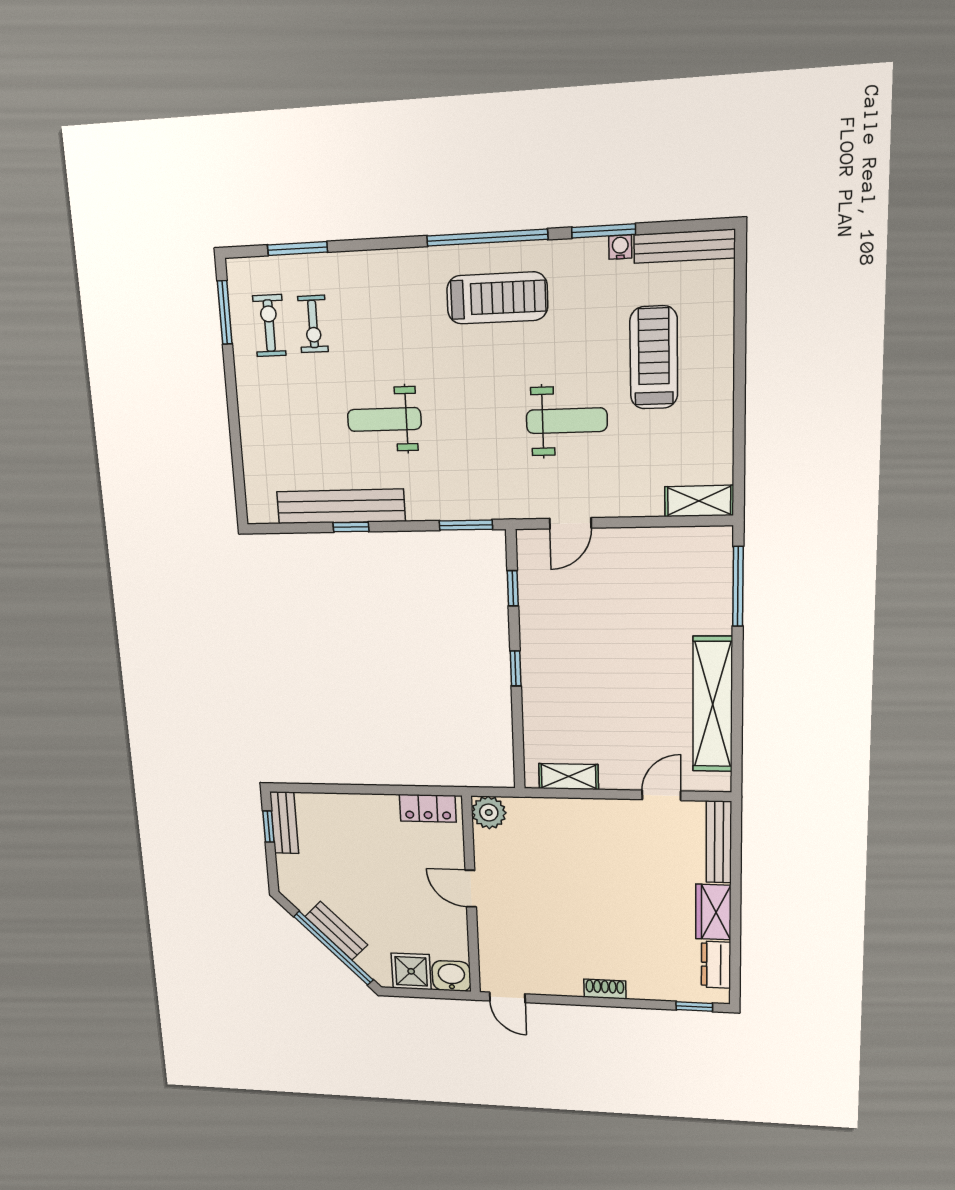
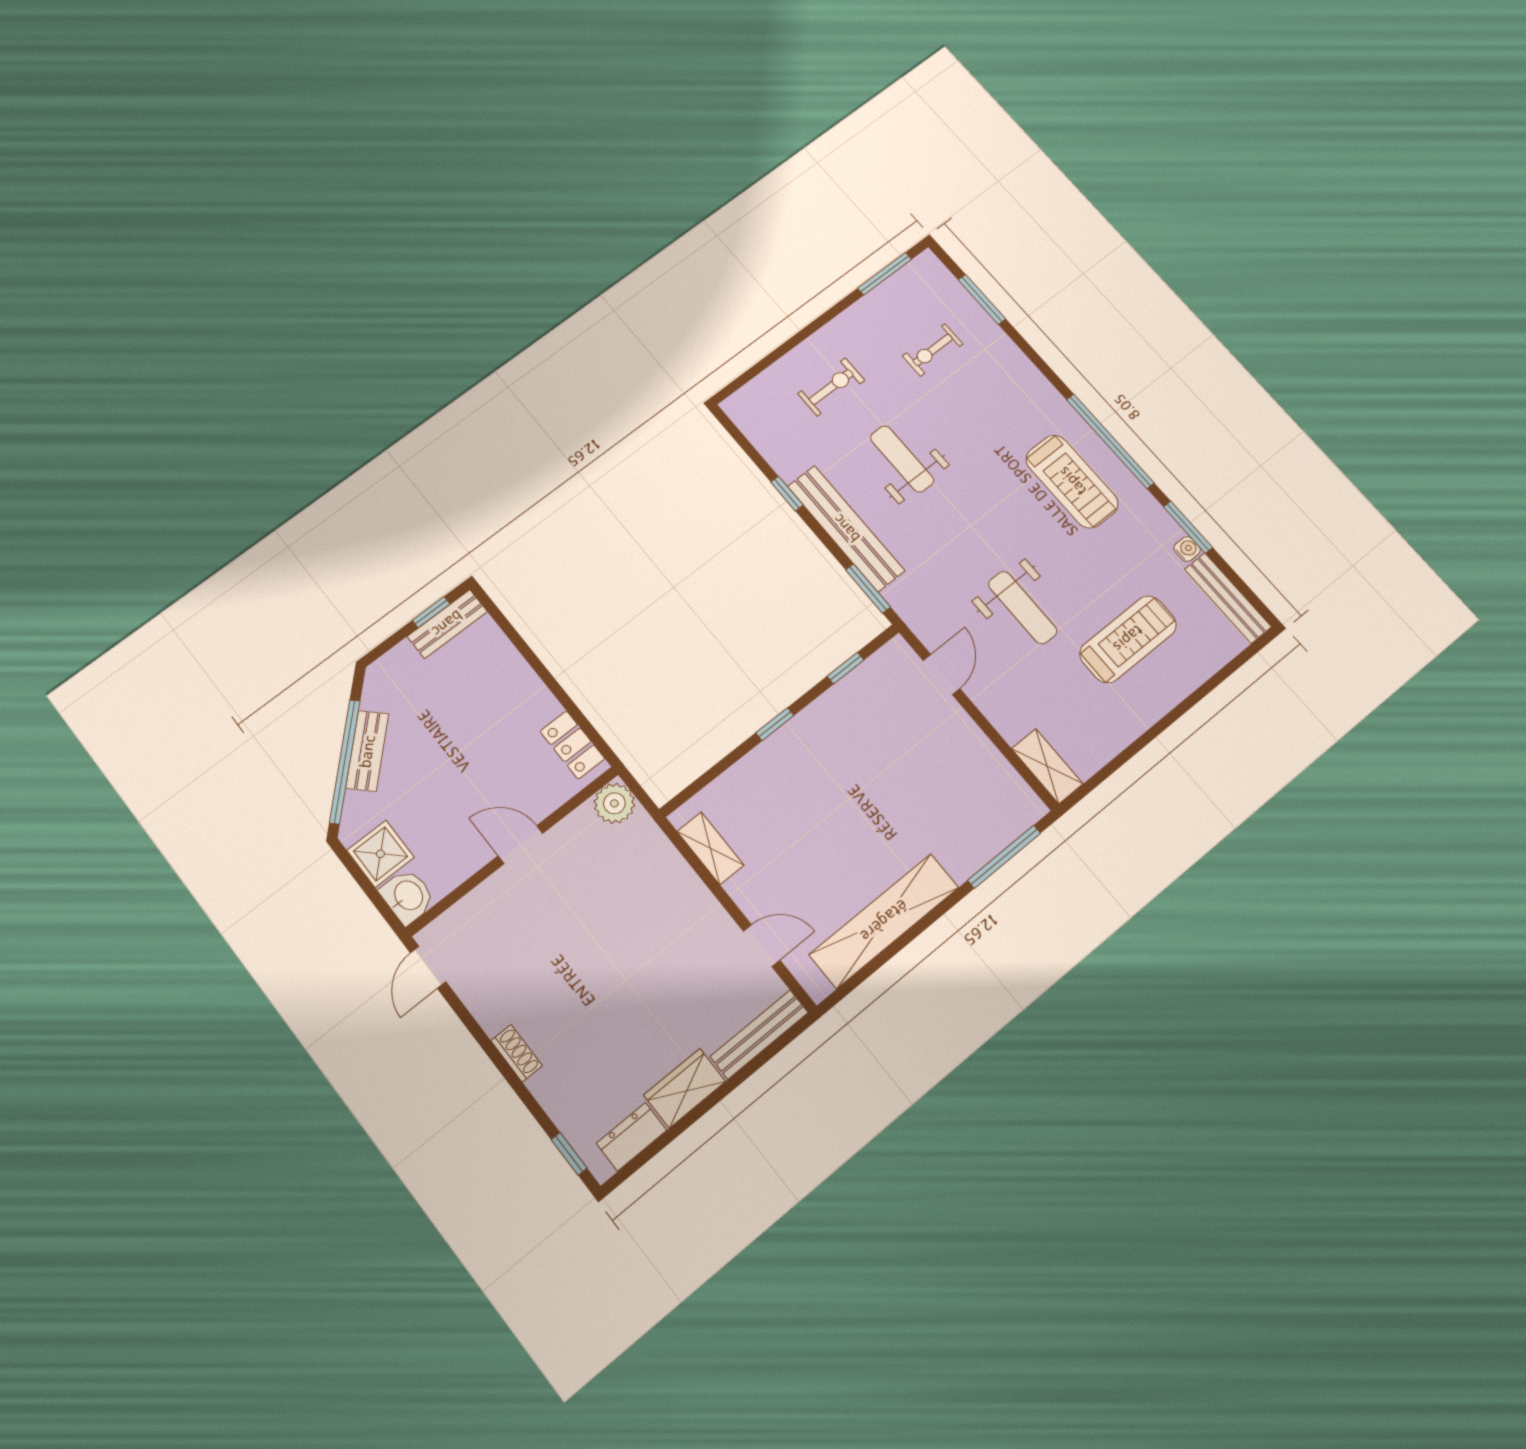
exercise bike: (269, 326) -> (831, 387), moved
bench: (341, 506) -> (846, 528), moved
door: (570, 523) -> (941, 674), swing flipped
door: (471, 889) -> (520, 845), hinge flipped

